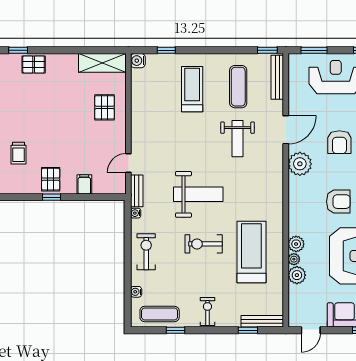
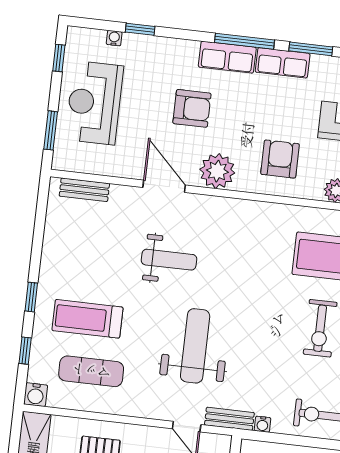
window: (267, 50) -> (31, 297), moved
bench: (277, 77) -> (84, 190), width x0.73
exercise mat: (238, 87) -> (91, 371), moved
weight bench: (198, 194) -> (195, 346), moved
armchair: (338, 202) -> (280, 159), moved

